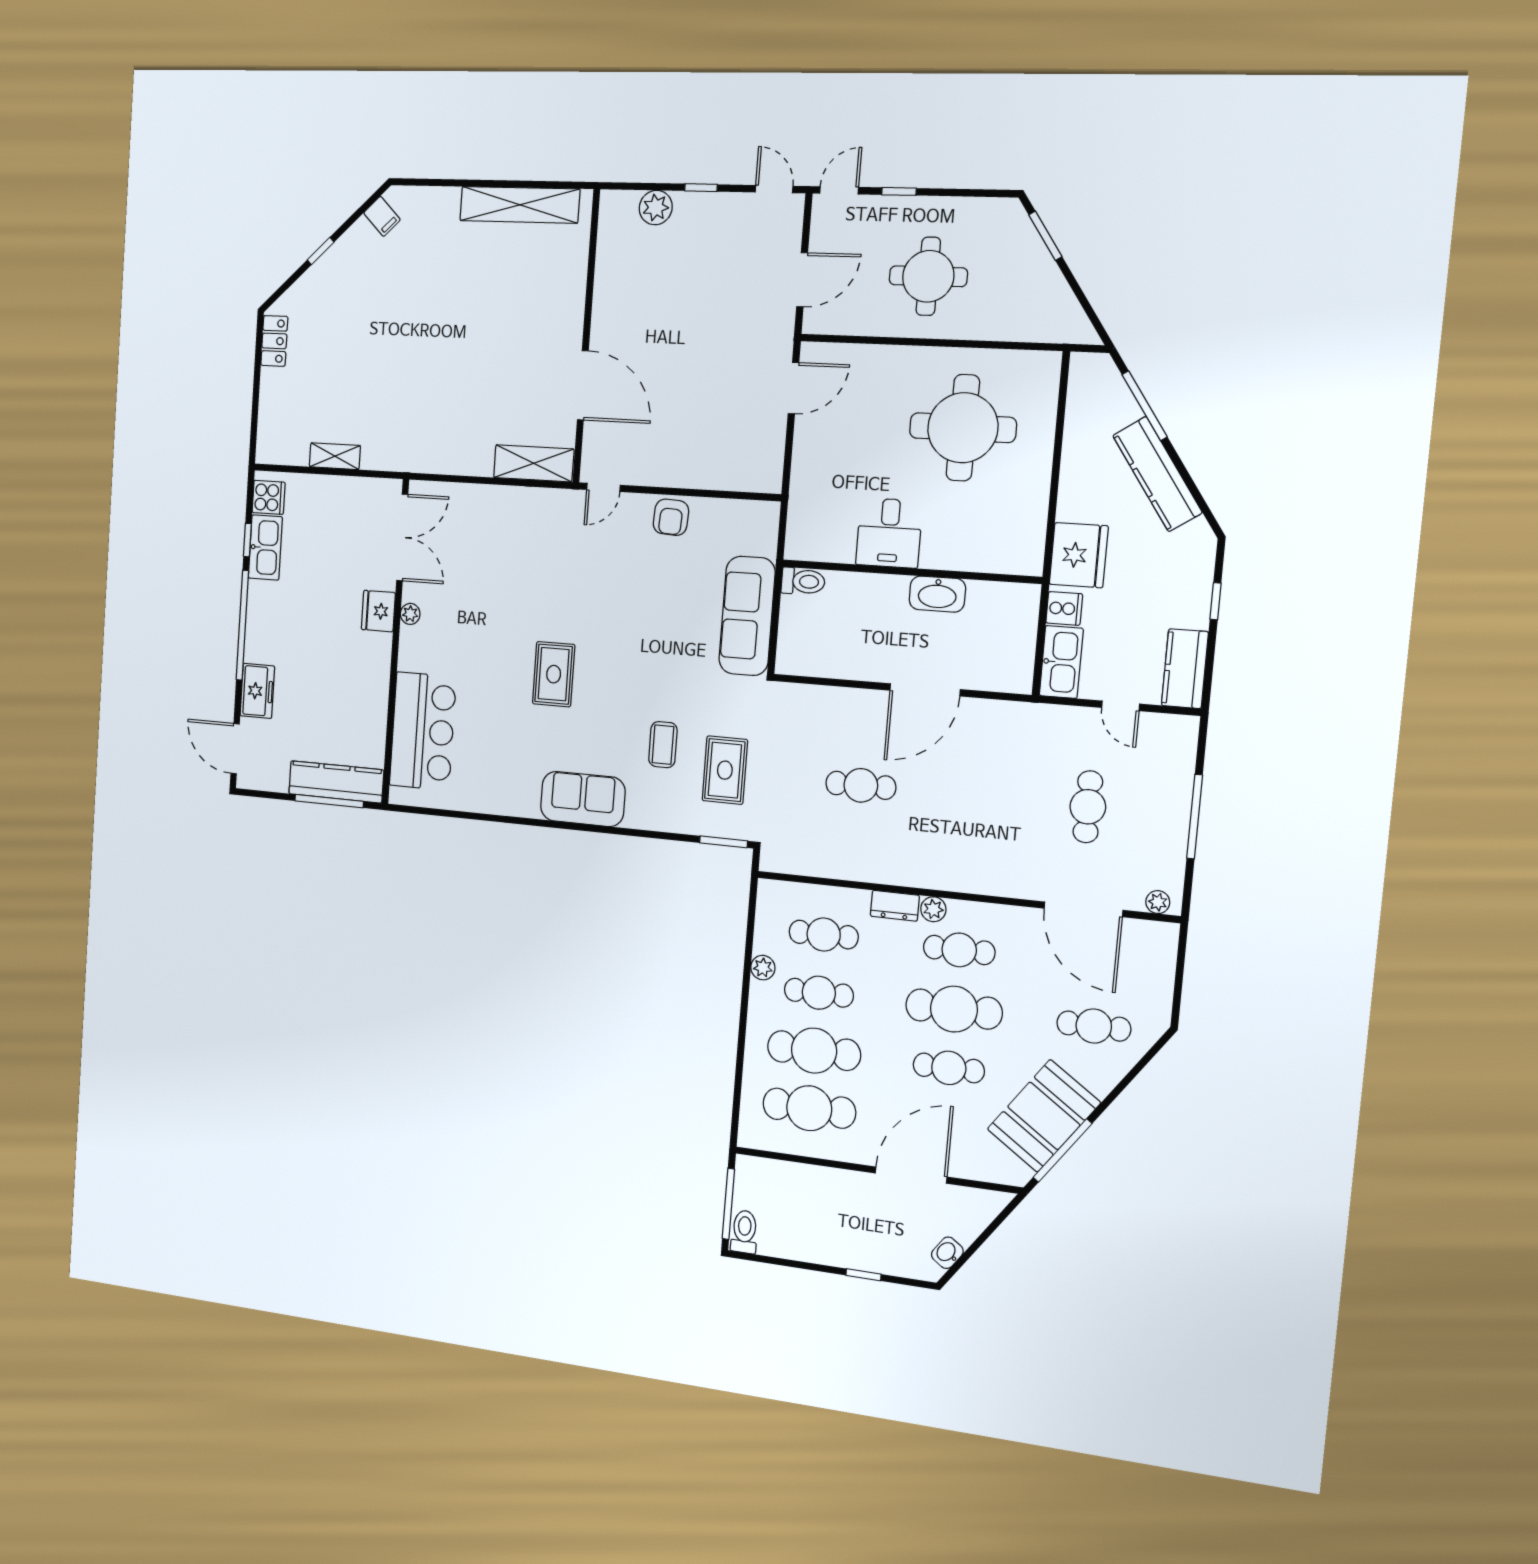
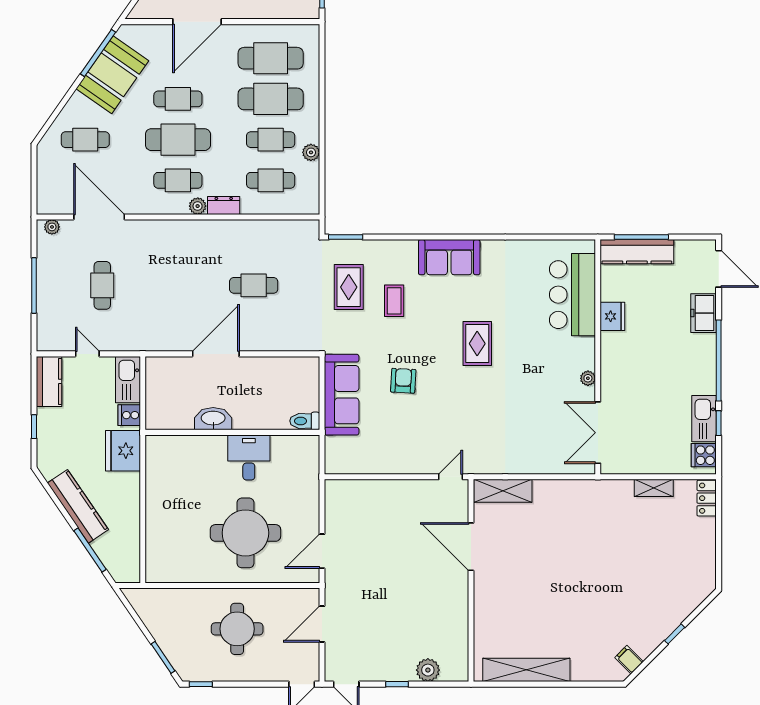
window: (899, 191) -> (201, 684), moved
locker: (274, 341) -> (707, 498), moved
round table: (963, 428) -> (245, 533), moved
armchair: (671, 517) -> (403, 381), moved
fridge: (378, 611) -> (612, 316), moved

